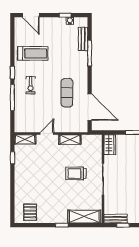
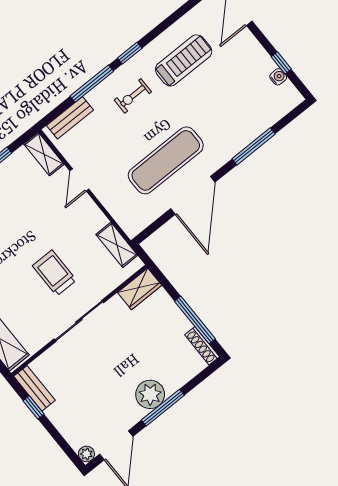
bench: (83, 39) -> (70, 118), moved
treadmill: (33, 53) -> (184, 60), turned -90
exercise mat: (67, 93) -> (166, 160), width x1.36, depth x1.45
door: (90, 107) -> (193, 195), moved
door: (47, 134) -> (79, 180), swing flipped
shelving: (70, 139) -> (117, 245), moved

